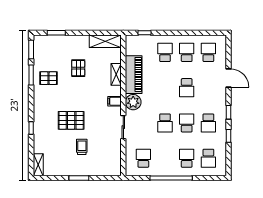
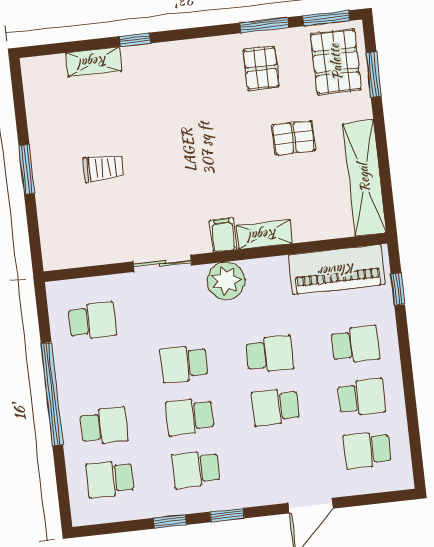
shelving: (105, 41) -> (364, 178), width x1.47
school desk: (208, 52) -> (367, 450), turned 180
shelving: (116, 74) -> (264, 235), moved
piano: (134, 75) -> (337, 270), moved
school desk: (165, 88) -> (270, 354), added
pallet: (71, 120) -> (336, 62), moved
school desk: (187, 123) -> (190, 417), turned 180
shelving: (38, 165) -> (94, 62), moved

